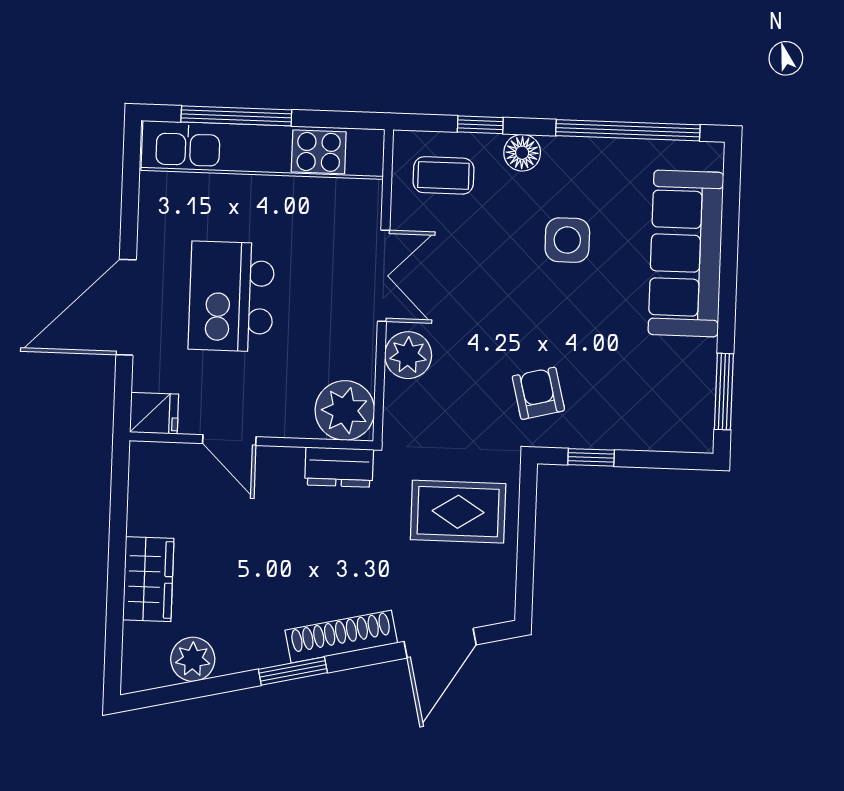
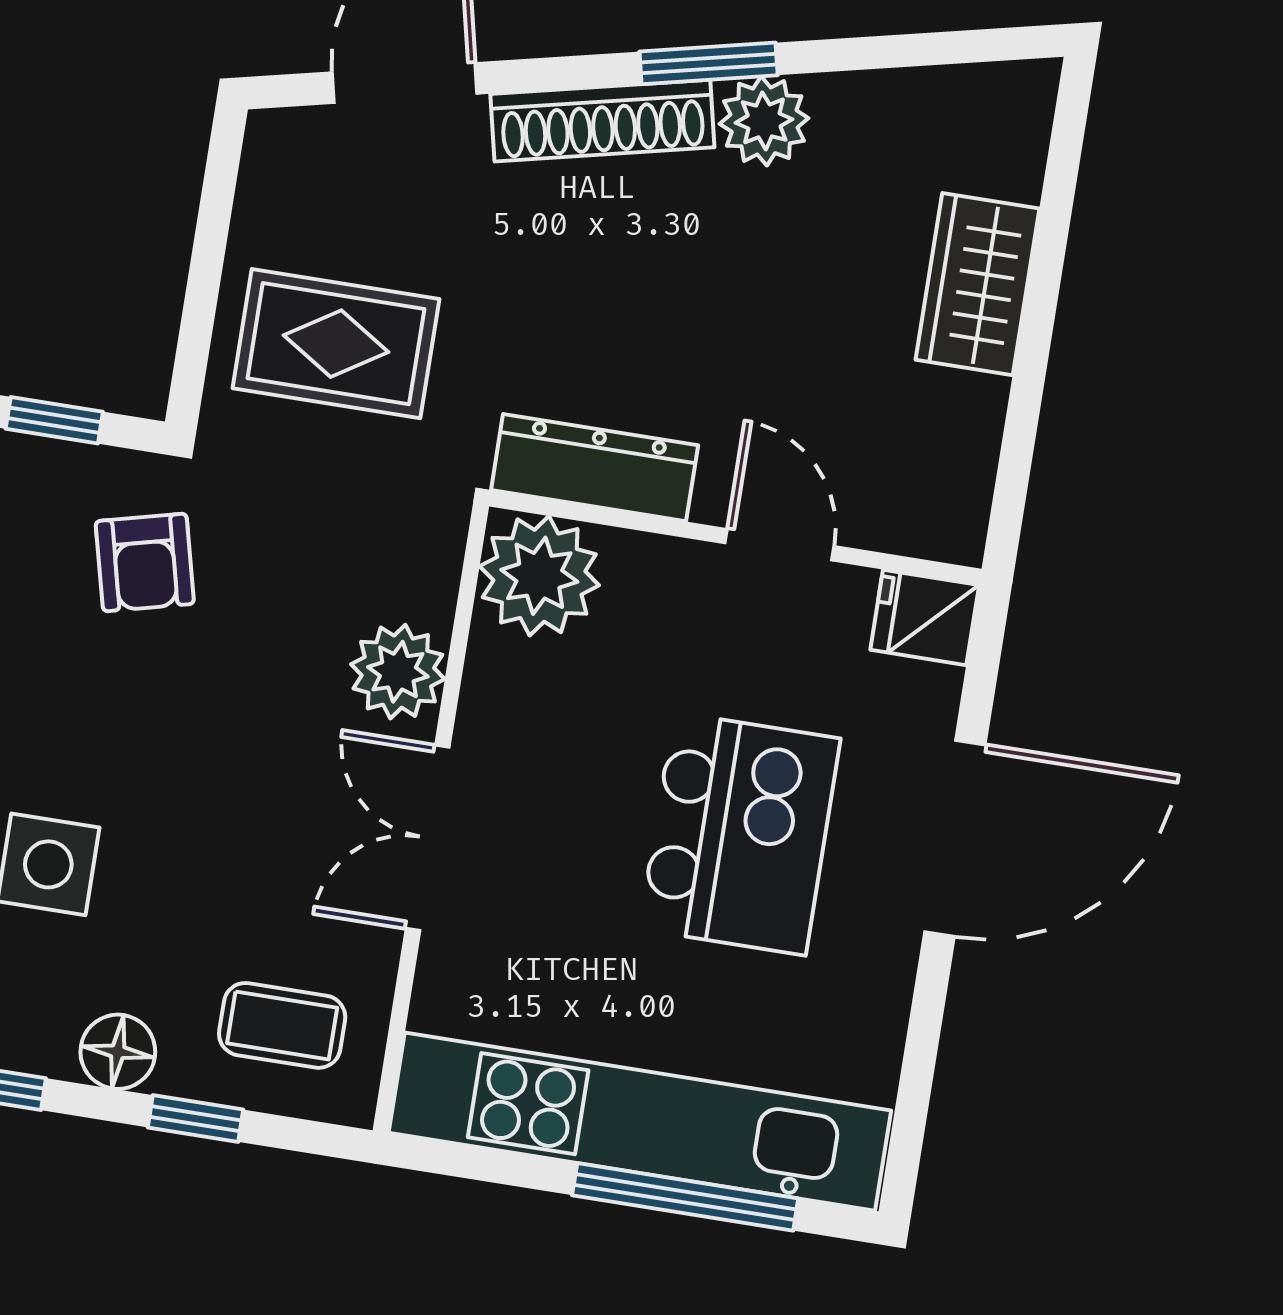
dresser: (339, 467) -> (595, 468), width x1.44
plant: (193, 659) -> (764, 121), moved

